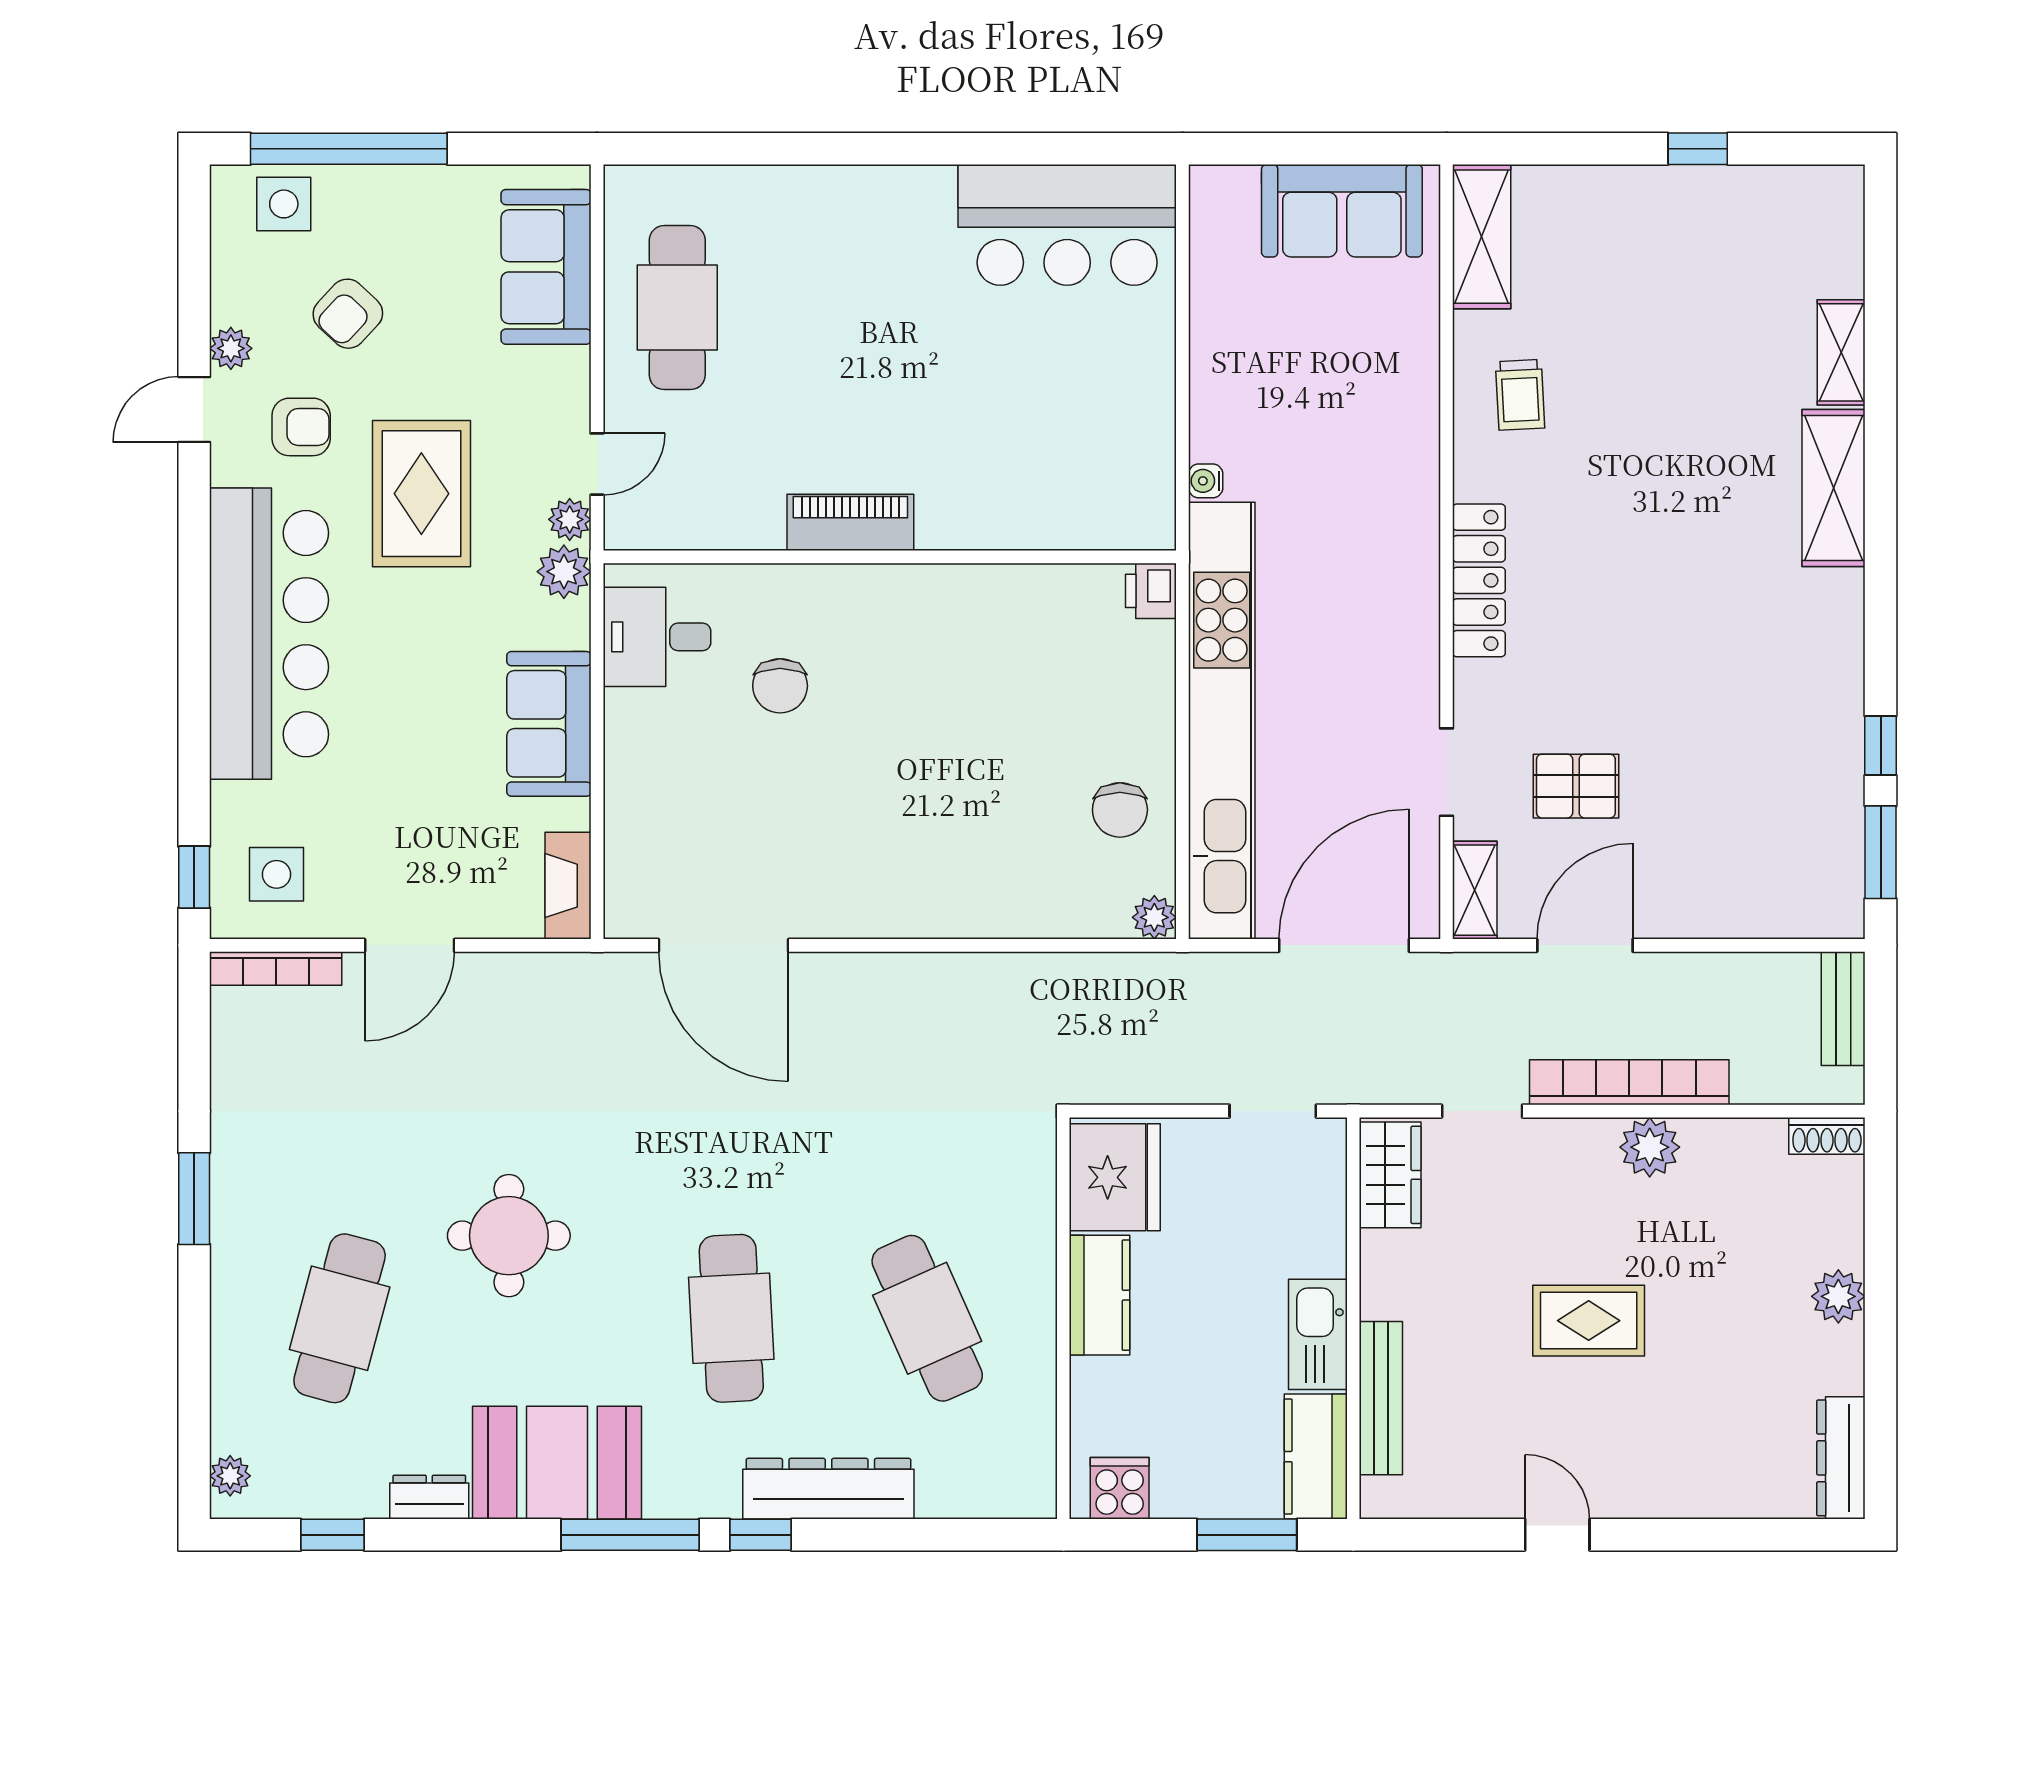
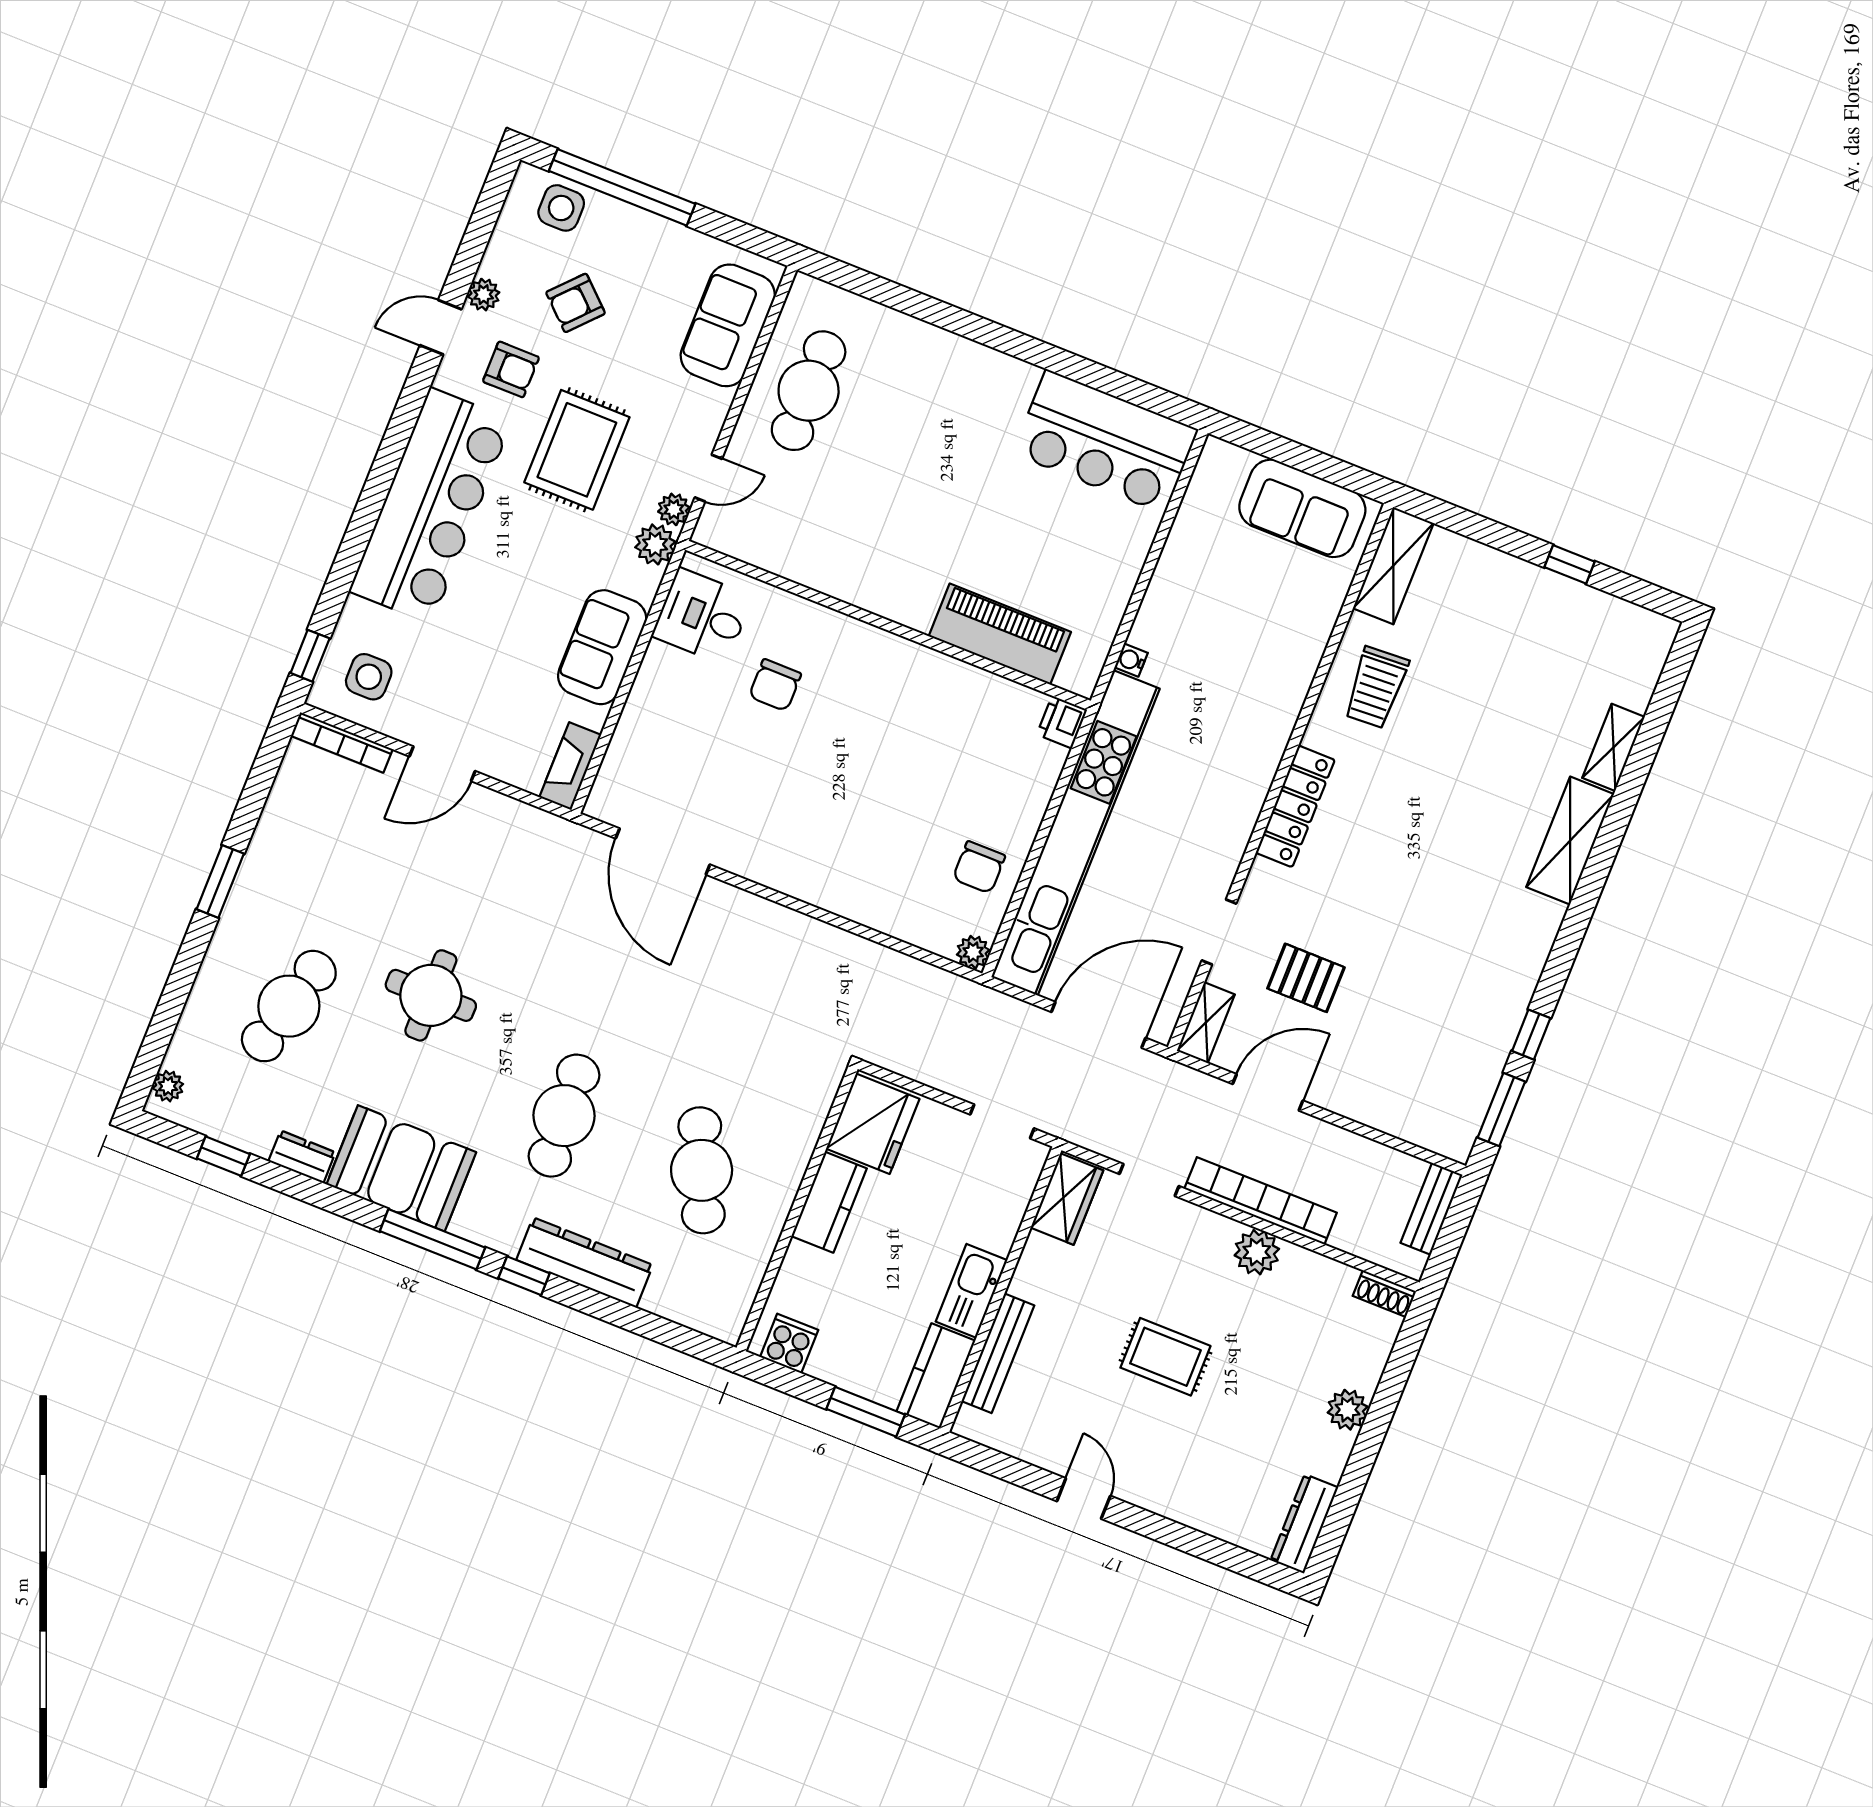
trolley: (1520, 395) -> (1376, 687), width x1.36, depth x1.39
piano: (850, 522) -> (1000, 634), moved, width x1.37, depth x1.33

